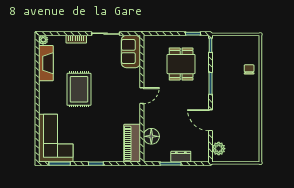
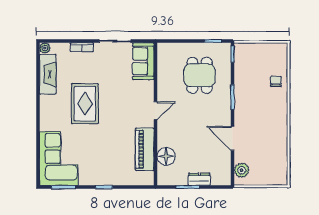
piano: (132, 143) -> (145, 149), moved

